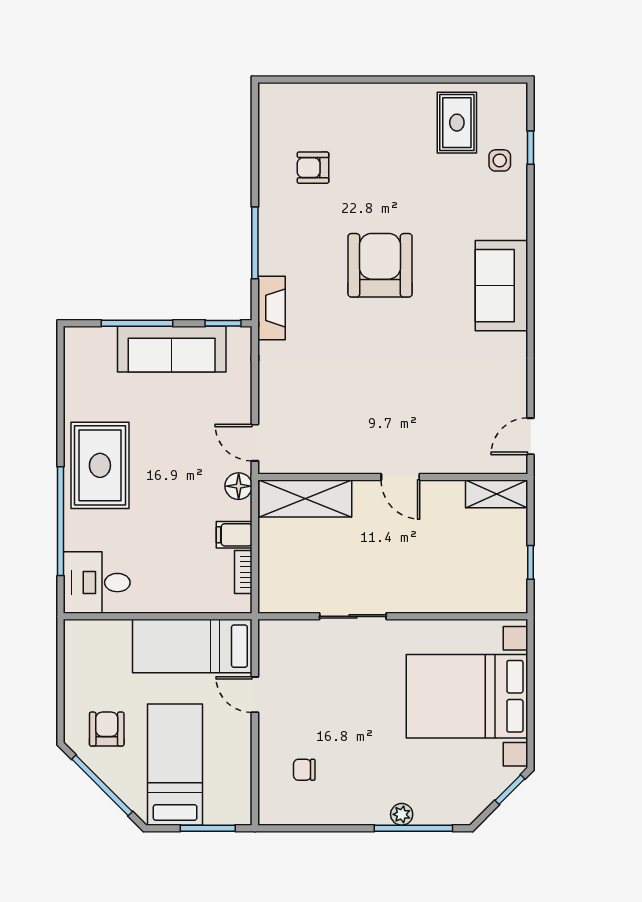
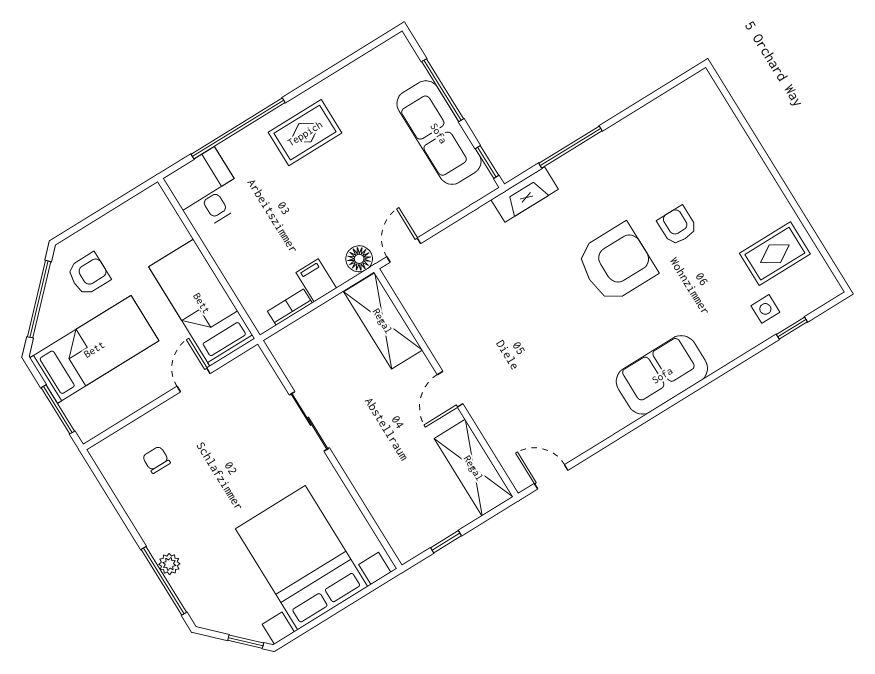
armchair: (313, 168) -> (677, 226), moved
rug: (100, 465) -> (305, 133), width x0.73, depth x0.70
shelving: (497, 494) -> (474, 468), width x1.50, depth x1.33

